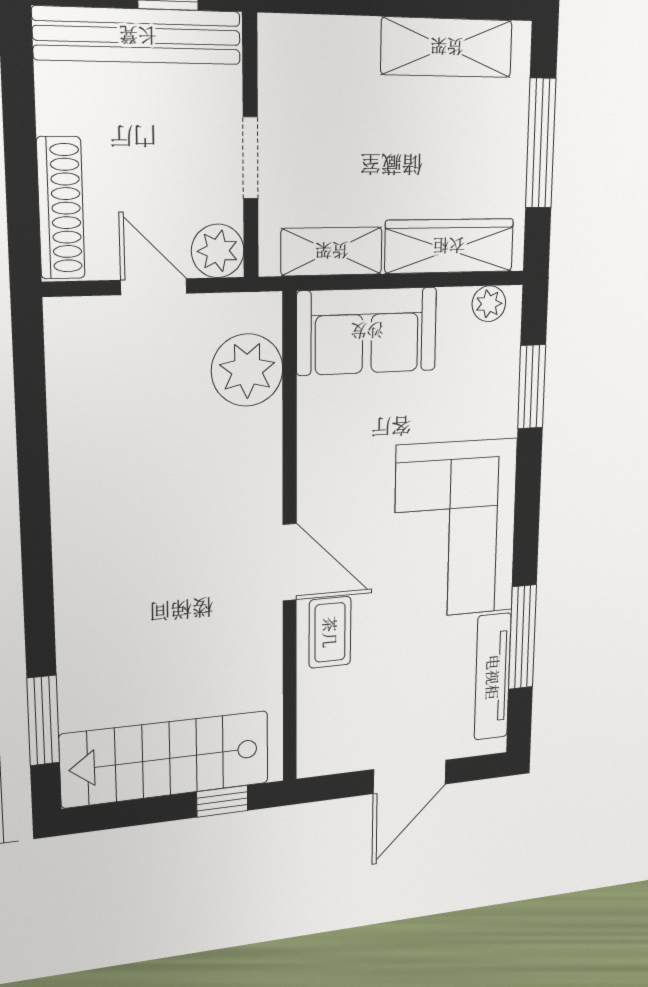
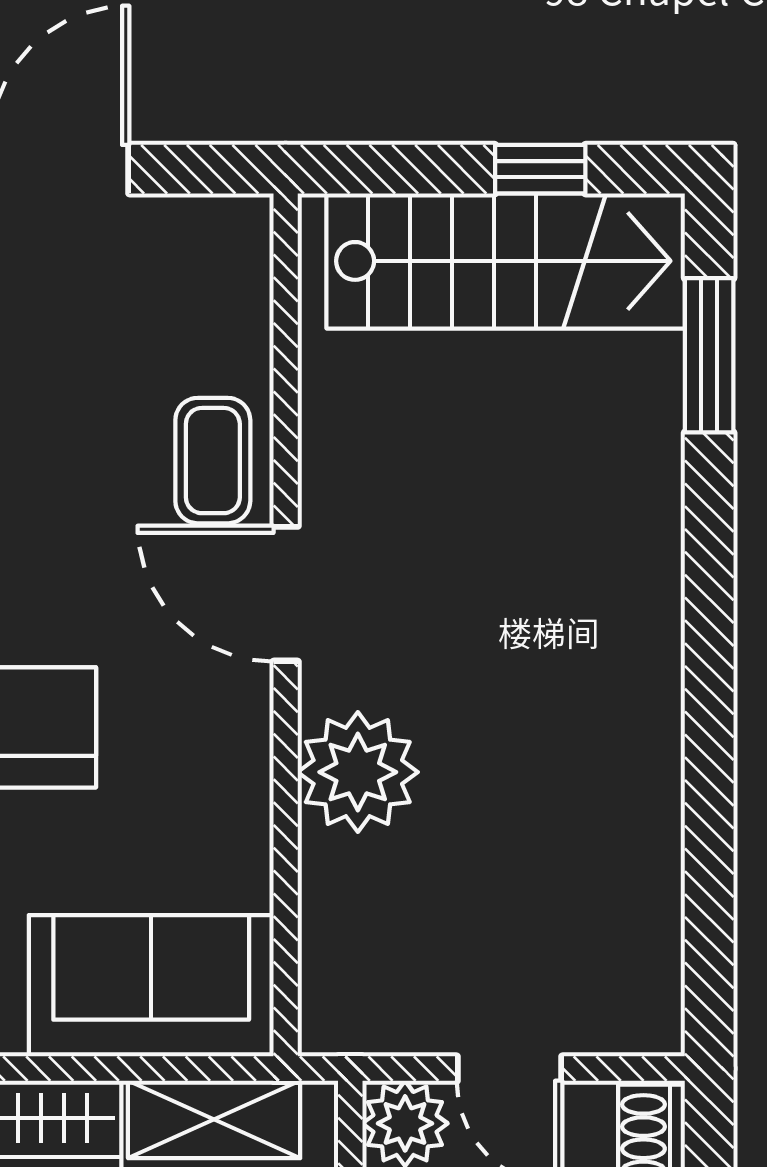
plant: (247, 370) -> (358, 772), moved
window: (222, 801) -> (540, 169), moved

